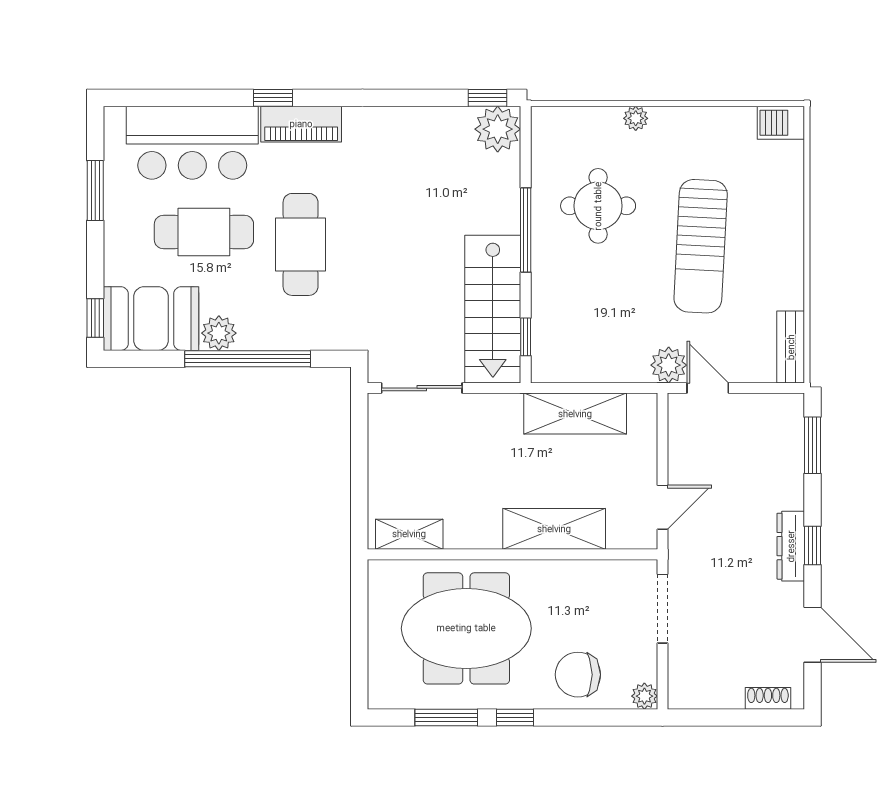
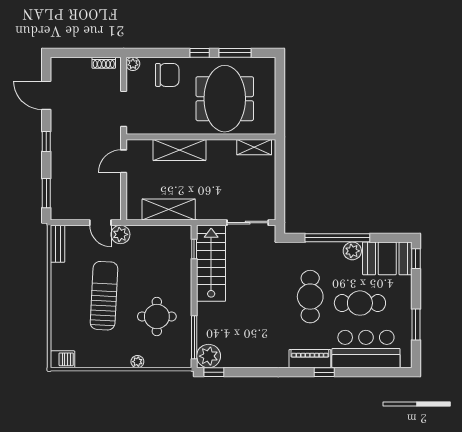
window: (526, 230) -> (194, 337), moved
dresser: (791, 546) -> (58, 141), removed
meeting table: (466, 628) -> (225, 99), turned 90
shoe rack: (768, 698) -> (104, 63), moved

